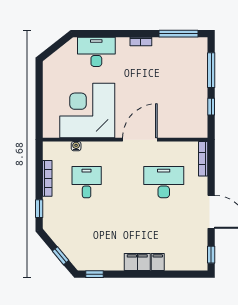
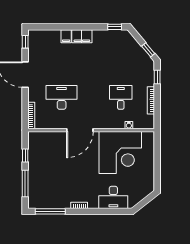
desk: (87, 182) -> (121, 97), turned 180
desk: (164, 182) -> (62, 97), turned 180
window: (61, 256) -> (148, 50), moved

